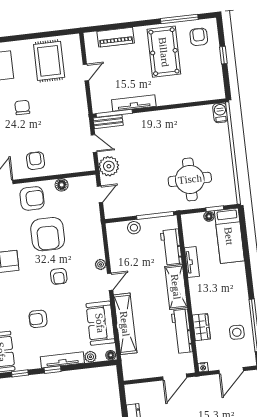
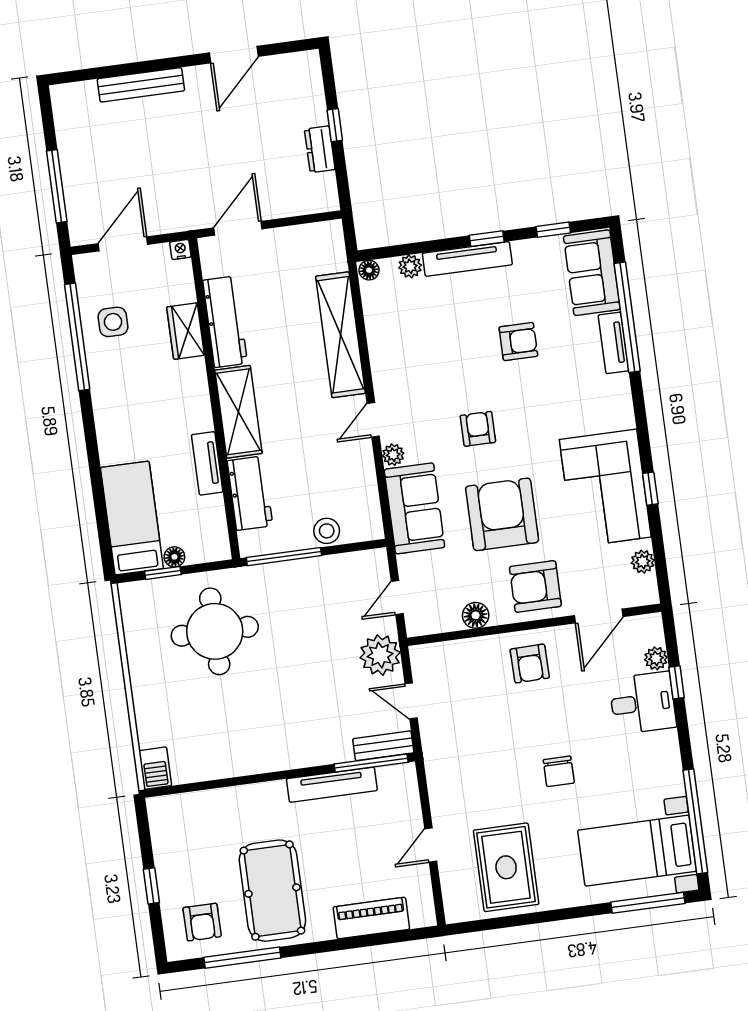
sofa: (100, 323) -> (414, 508), moved

